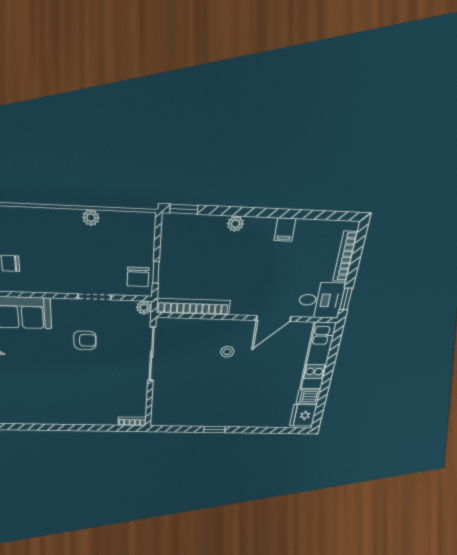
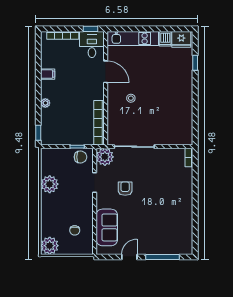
plant: (91, 218) -> (50, 184), width x1.88, depth x1.88
plant: (144, 308) -> (105, 157), width x1.88, depth x1.88
window: (214, 430) -> (195, 63), moved

